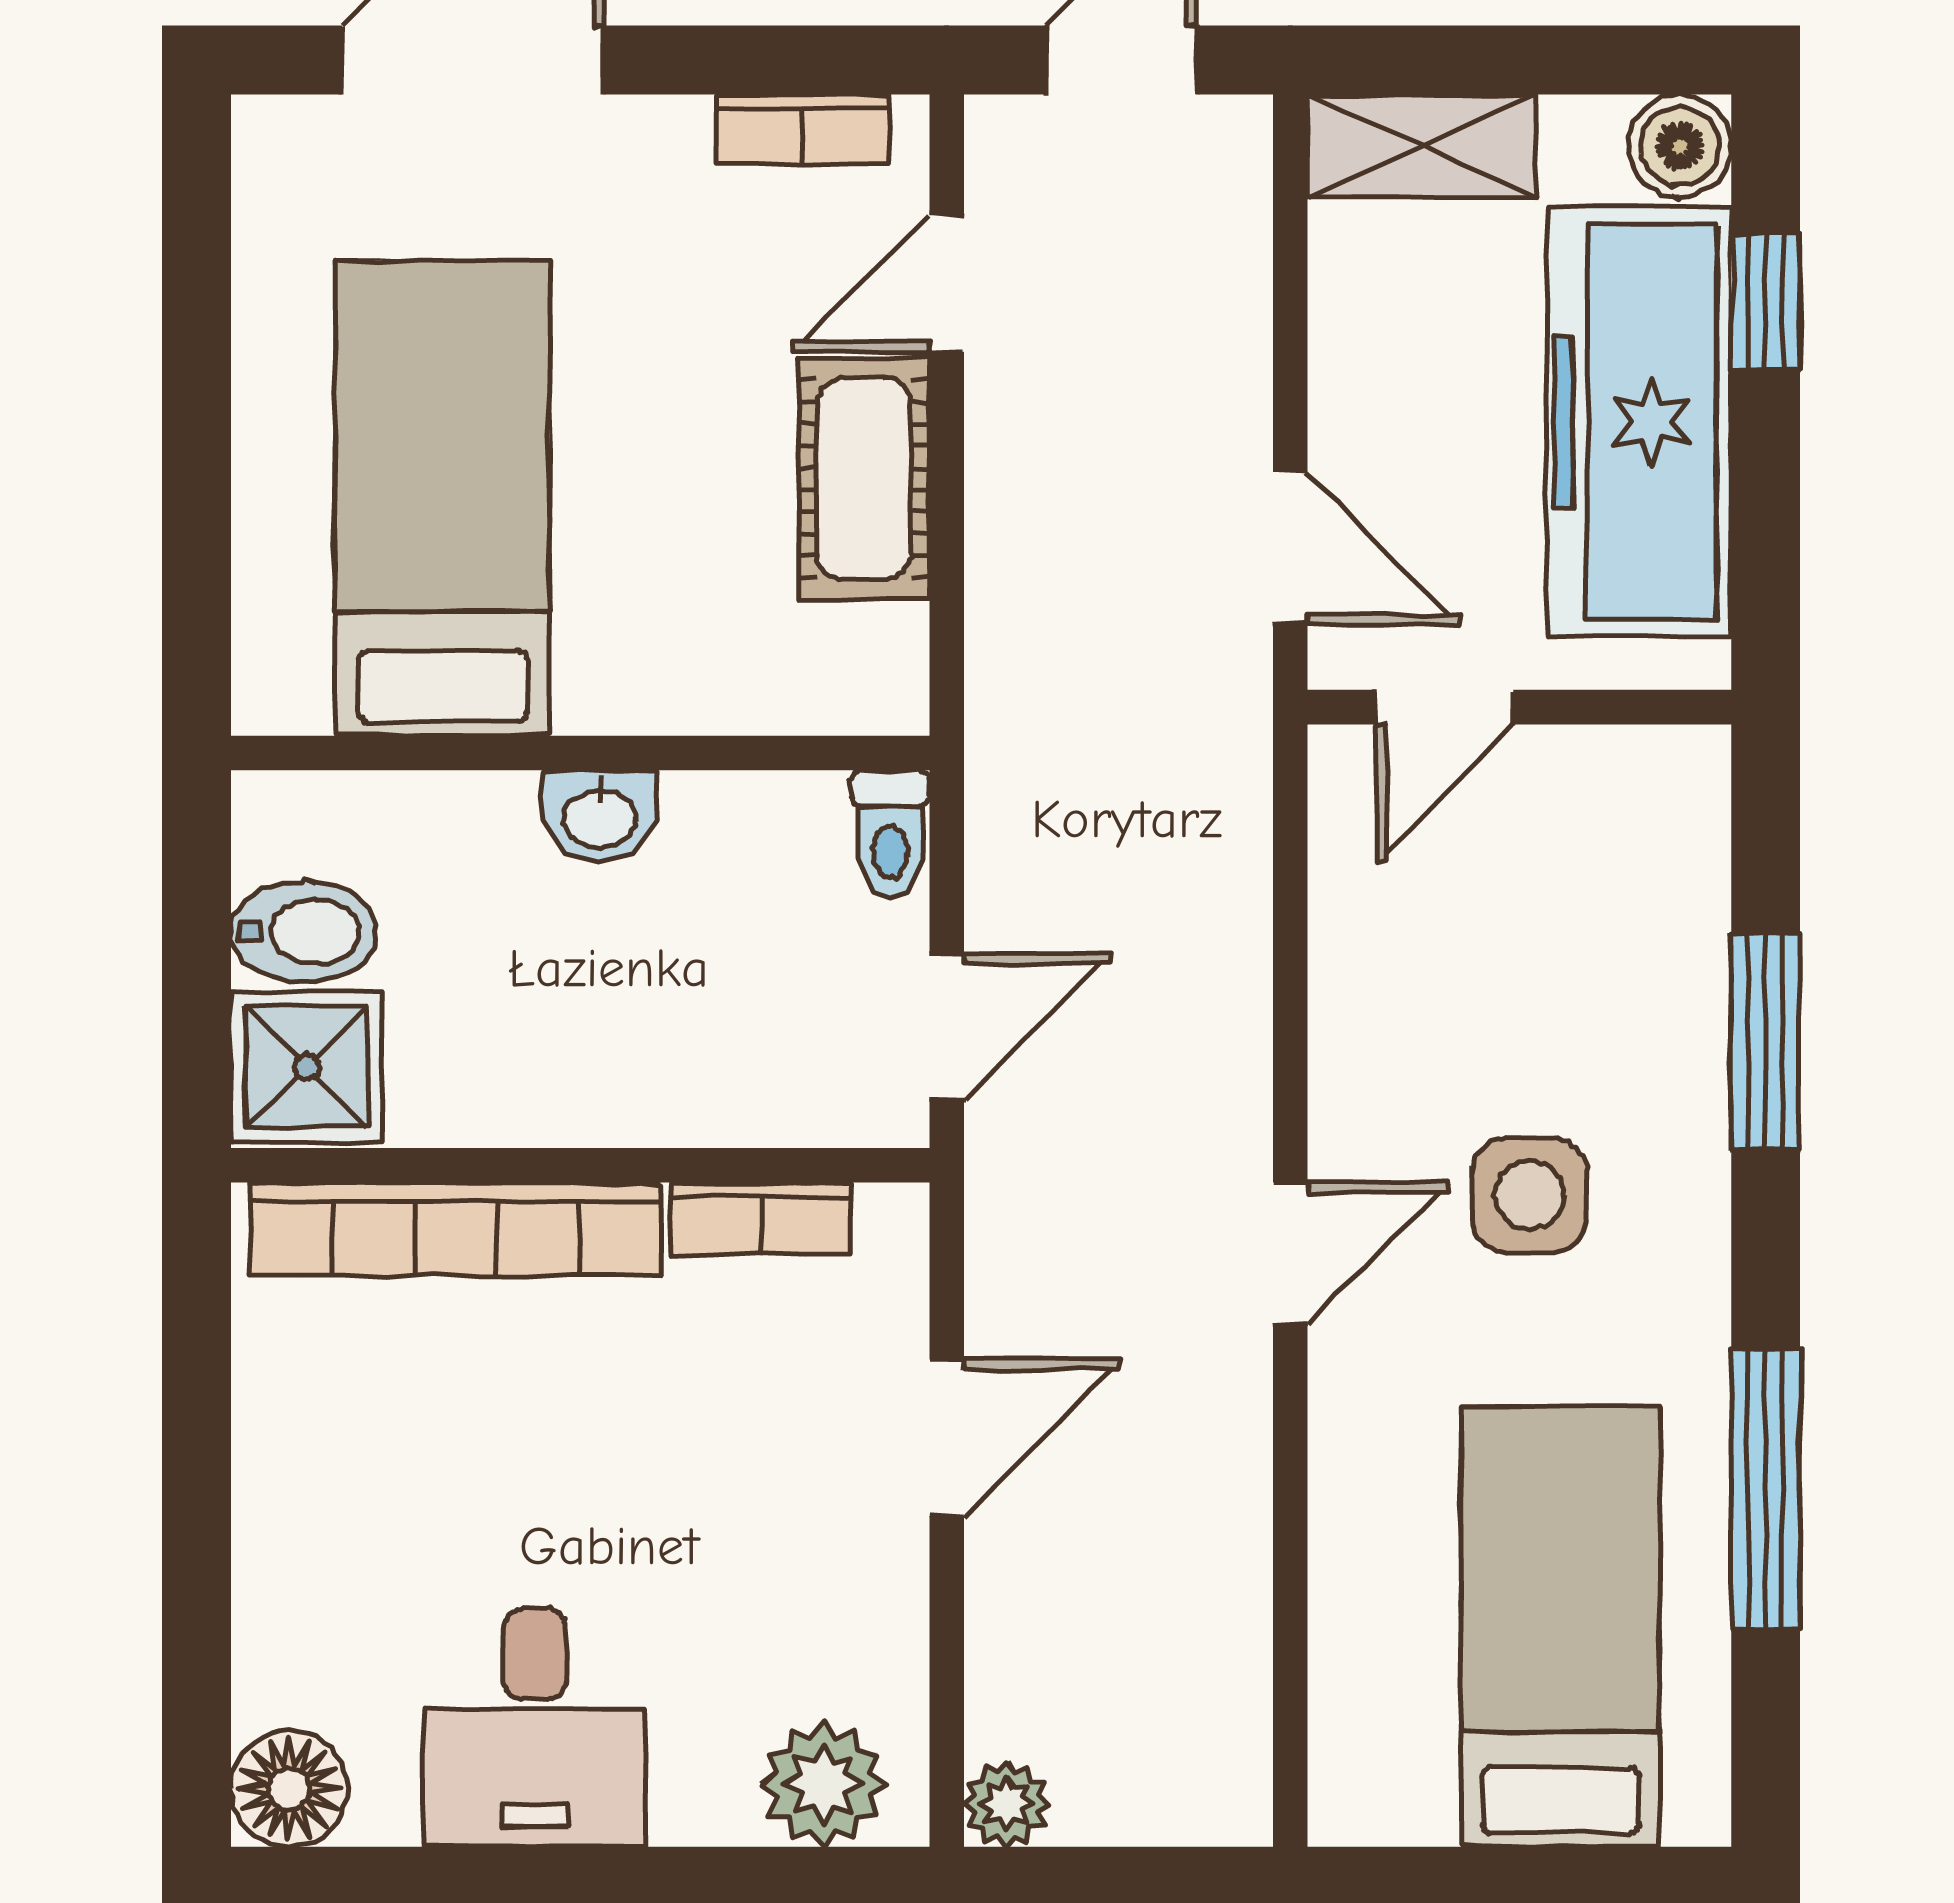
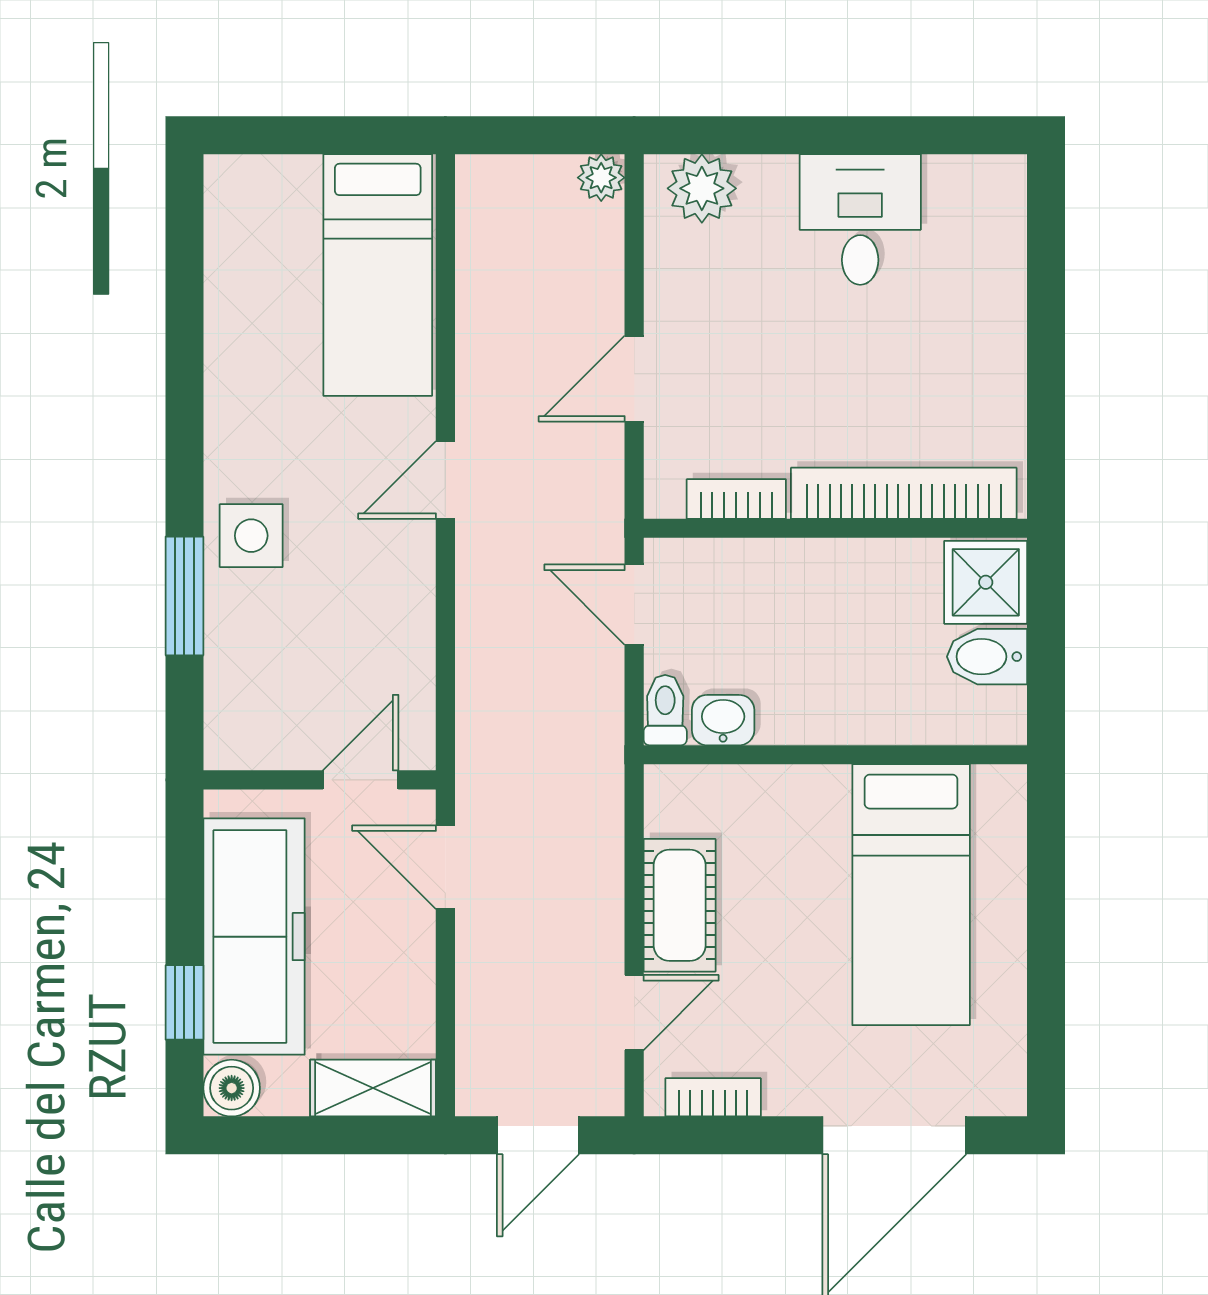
washbasin: (600, 816) -> (723, 720), moved
door: (947, 1026) -> (634, 605), hinge flipped
side table: (1530, 1195) -> (251, 536), moved
window: (1766, 1489) -> (184, 350), removed
bed: (1561, 1627) -> (378, 275), moved
floor lamp: (289, 1788) -> (995, 186), removed

